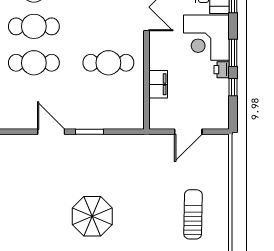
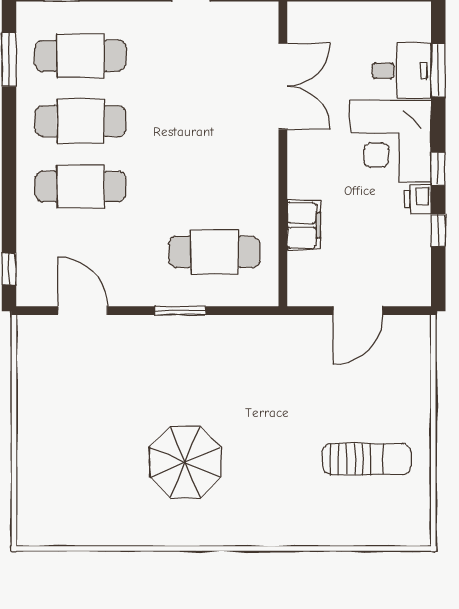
window: (233, 53) -> (438, 169), width x0.67
cafe table: (108, 63) -> (214, 252), moved
door: (51, 132) -> (83, 311), moved
sun lounger: (193, 214) -> (367, 459), turned 89

